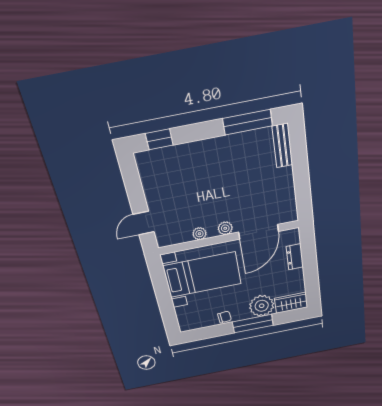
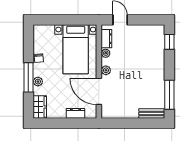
dresser: (177, 237) -> (106, 39), added
plant: (262, 306) -> (38, 82), width x0.53, depth x0.53

